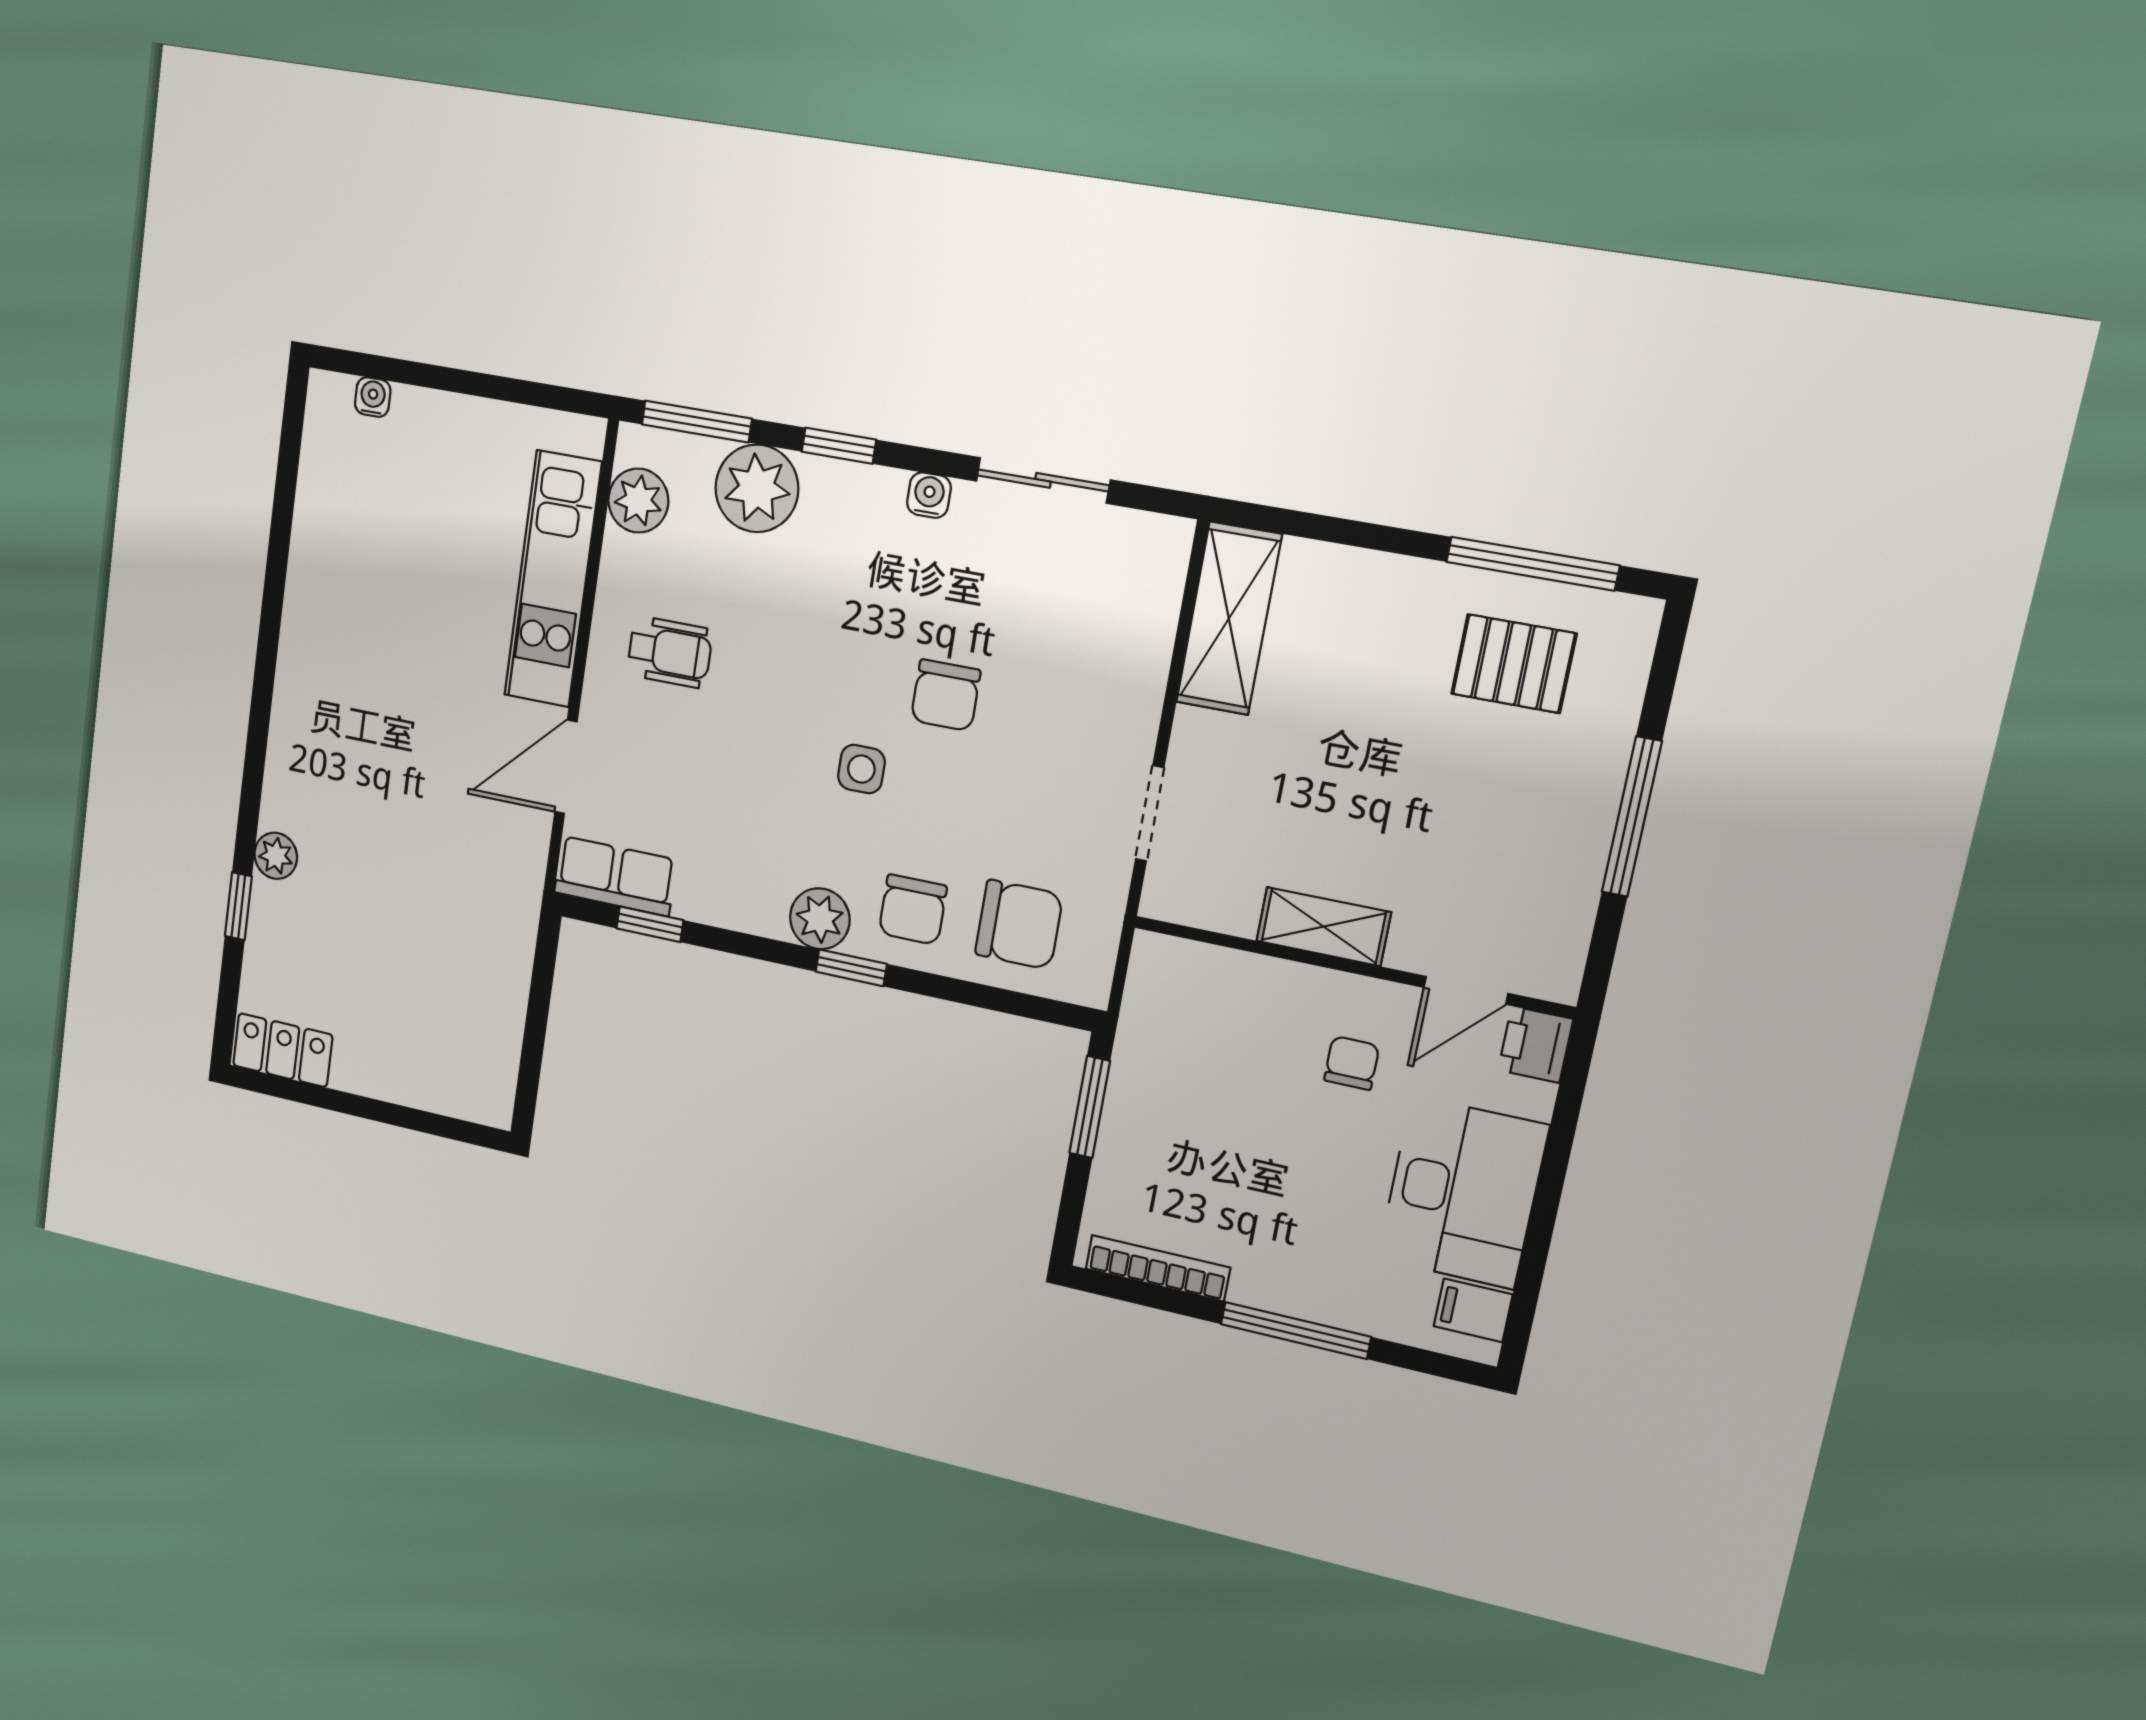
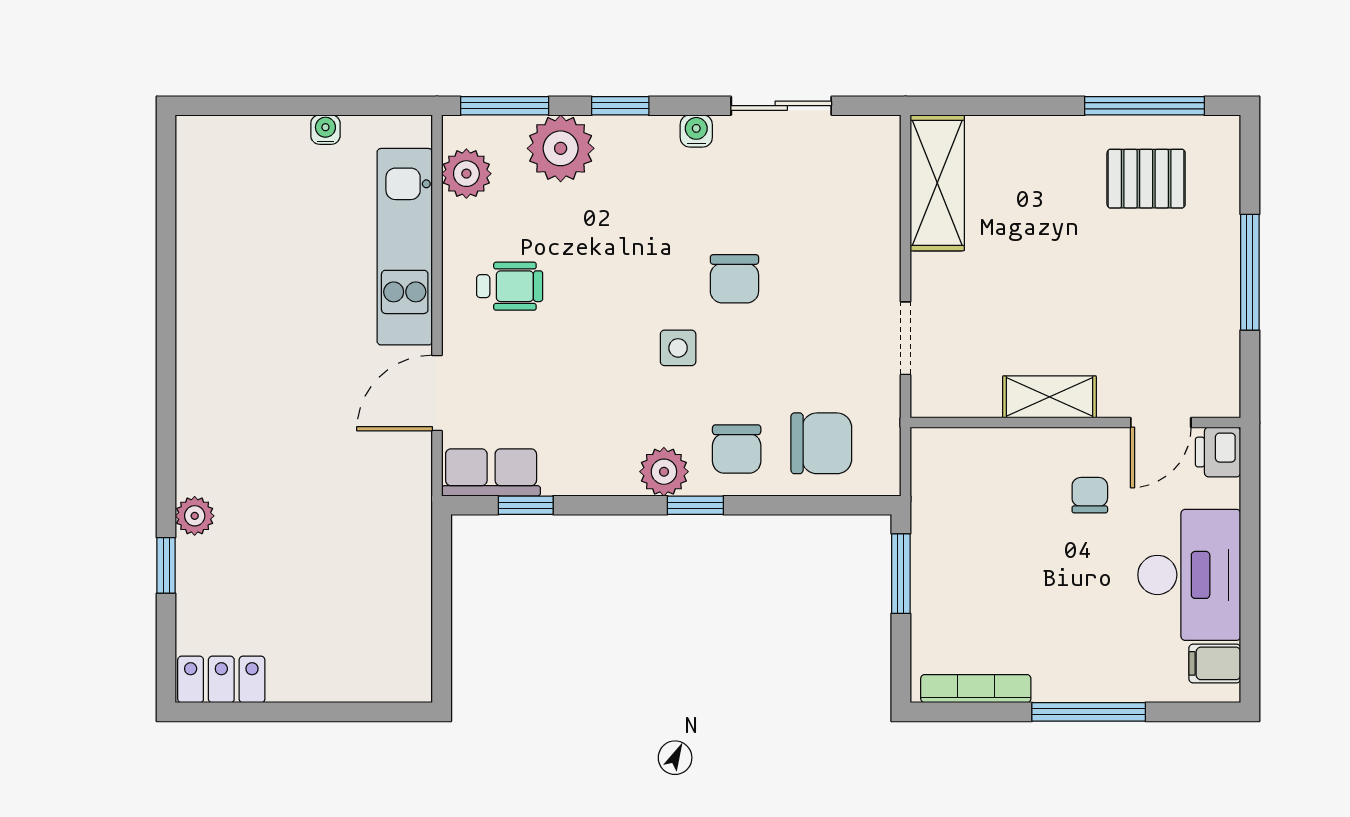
water cooler: (373, 397) -> (325, 130), moved

